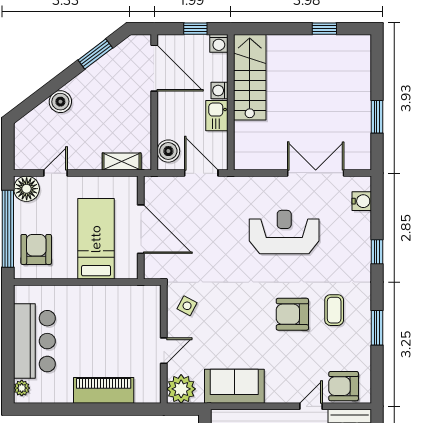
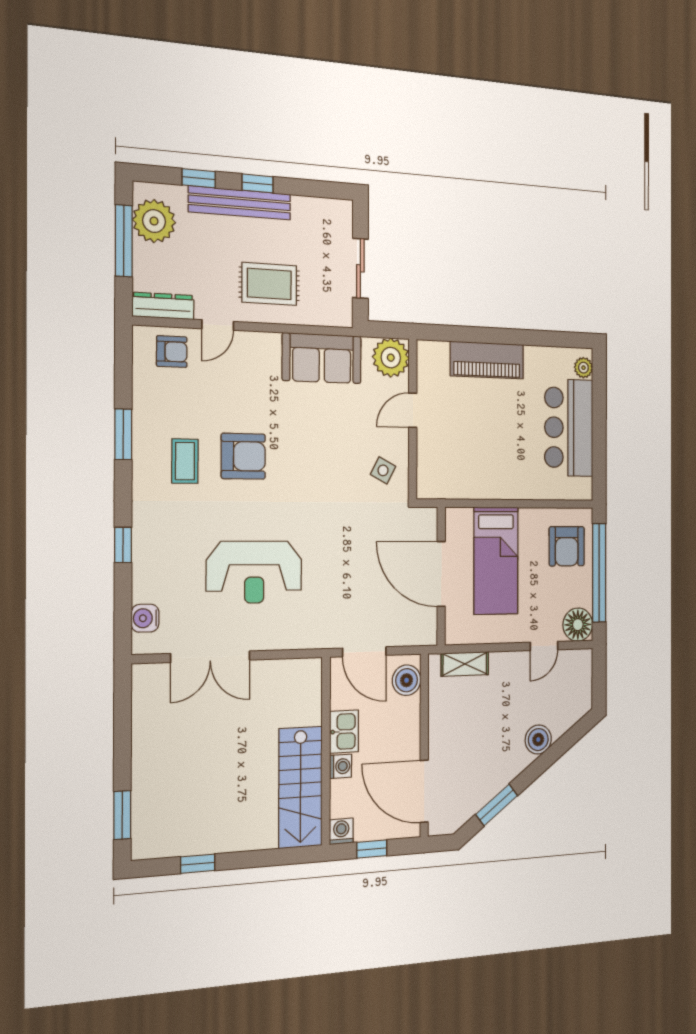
window: (377, 117) -> (122, 815), moved
armchair: (344, 386) -> (172, 352), width x0.72, depth x0.72

